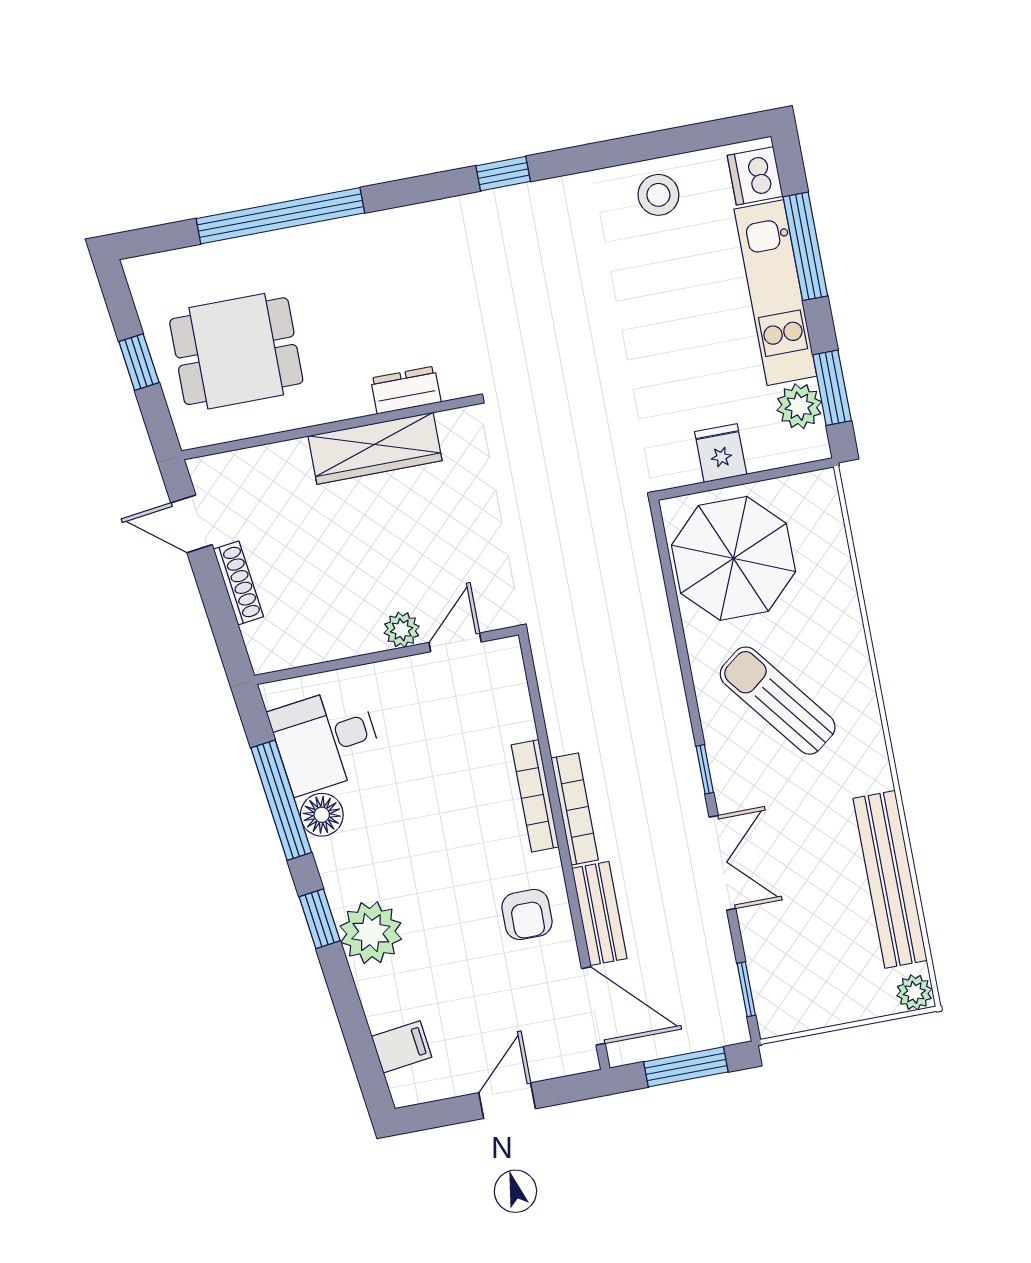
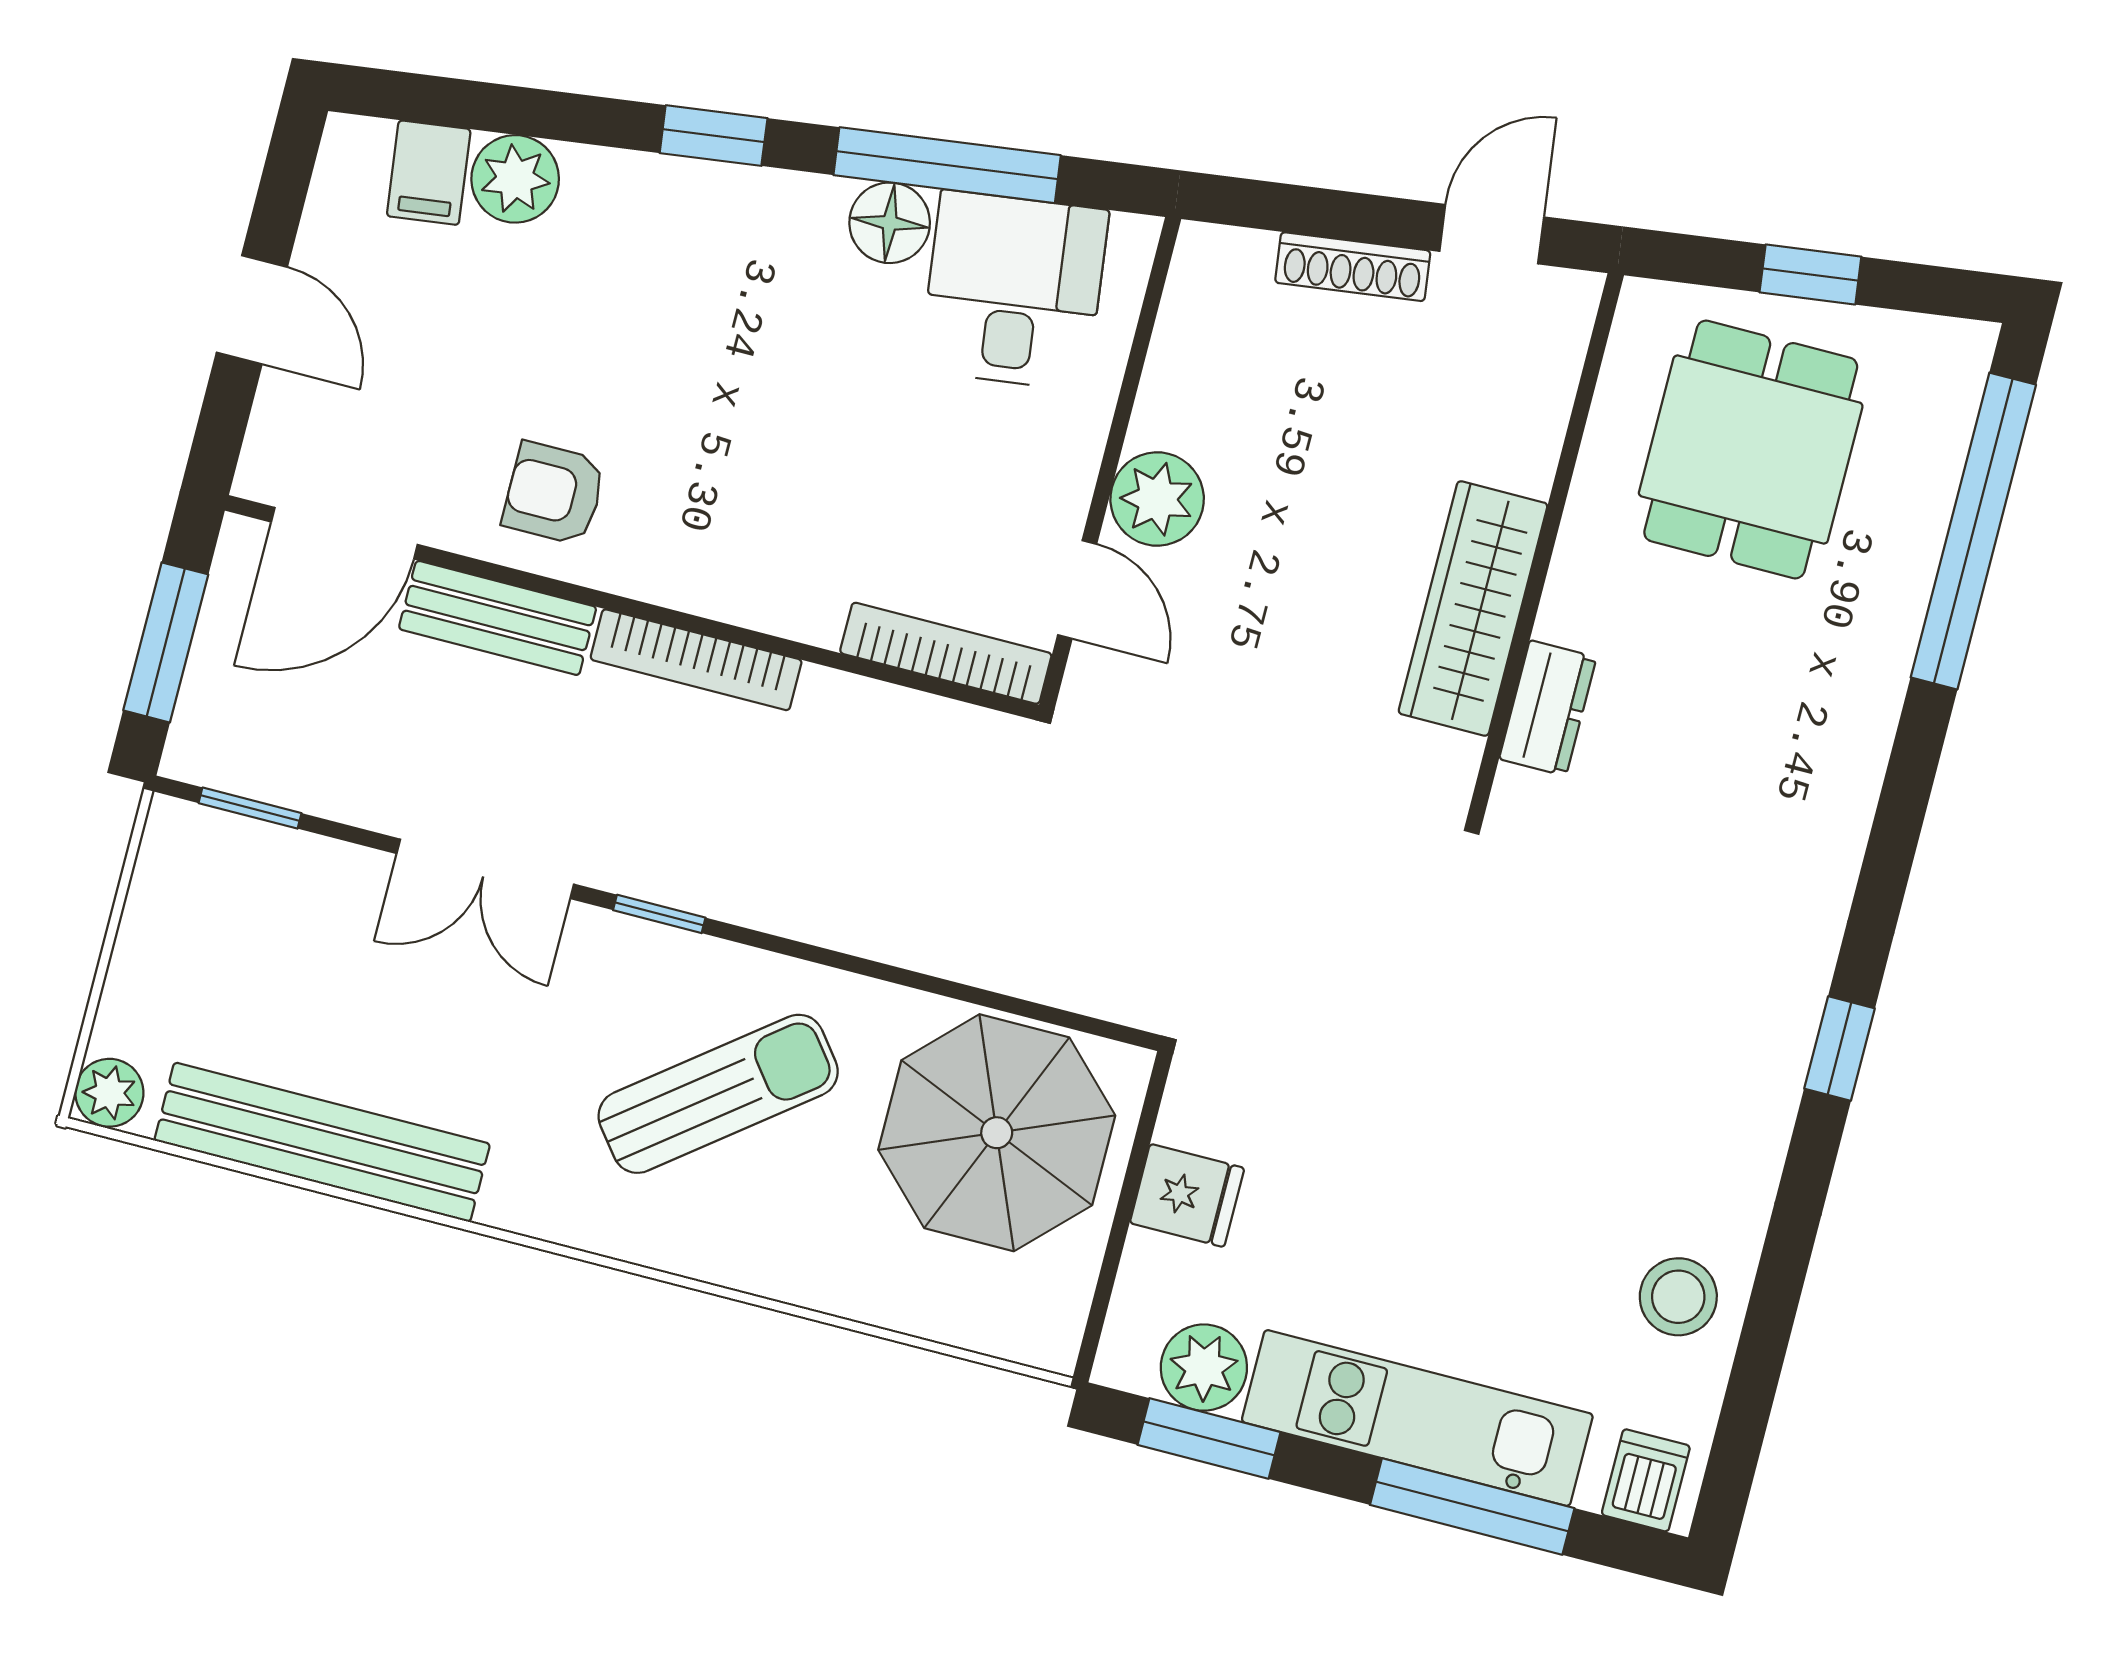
dishwasher: (755, 176) -> (1646, 1480), width x0.73
window: (280, 216) -> (1973, 531), moved
plant: (402, 630) -> (1157, 499), width x1.38, depth x1.38
bookcase: (535, 796) -> (946, 653), moved
plant: (371, 933) -> (515, 179), moved, width x0.73, depth x0.73

